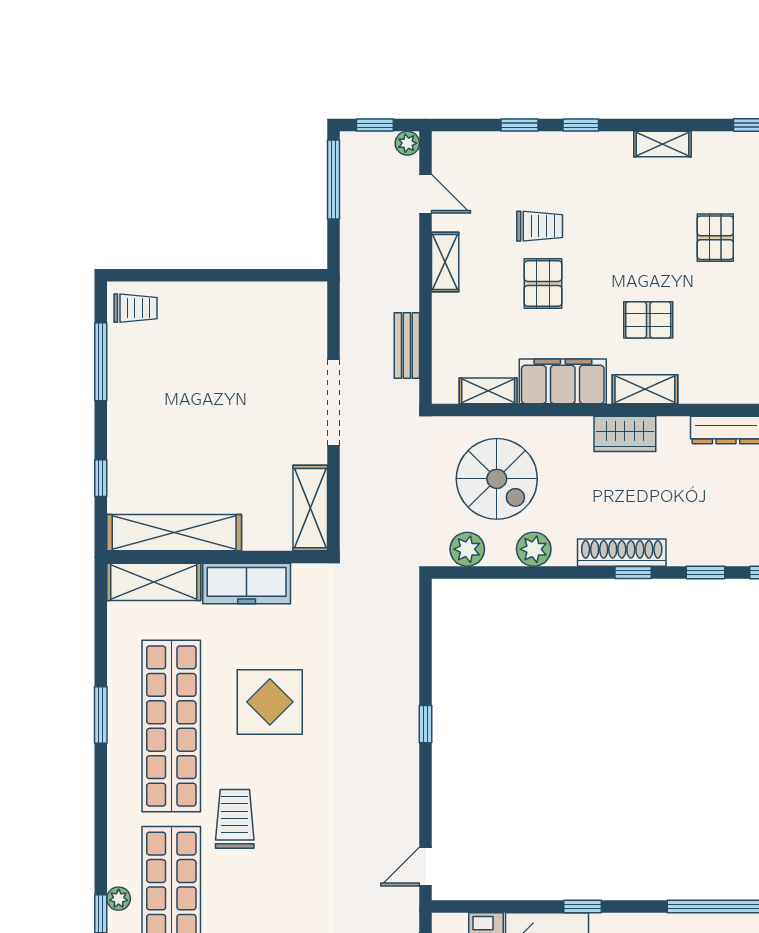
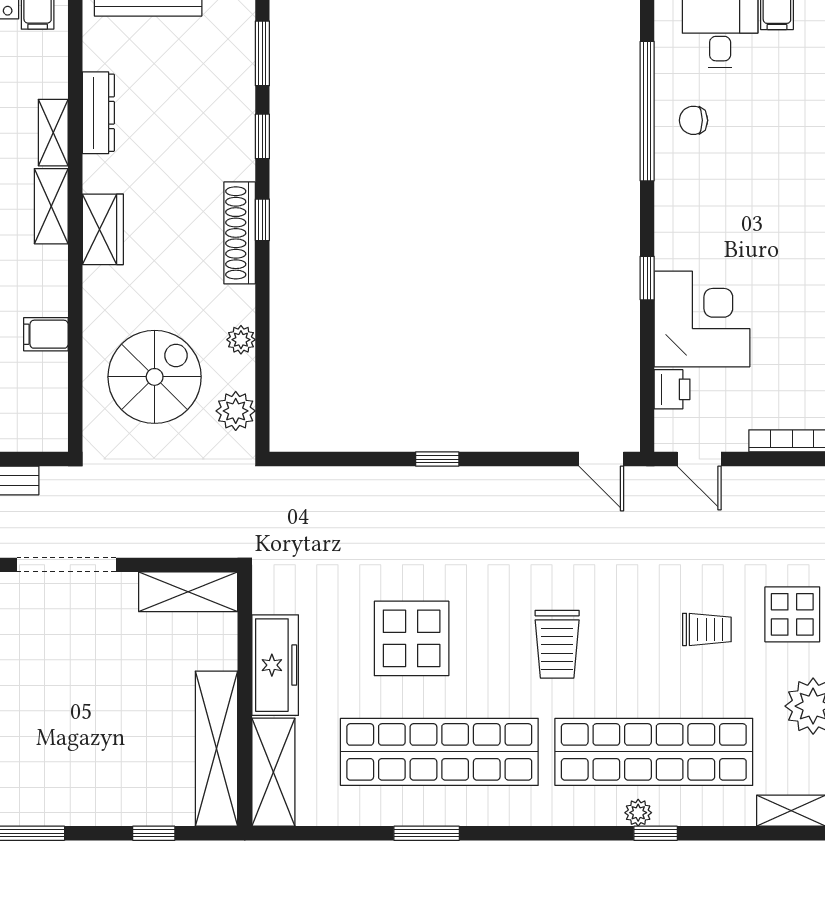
filing cabinet: (563, 381) -> (46, 334), width x0.33, depth x0.86
shelving: (488, 391) -> (53, 133), moved
plant: (534, 549) -> (241, 340), width x0.73, depth x0.73
trolley: (235, 819) -> (557, 644), moved, turned -90

